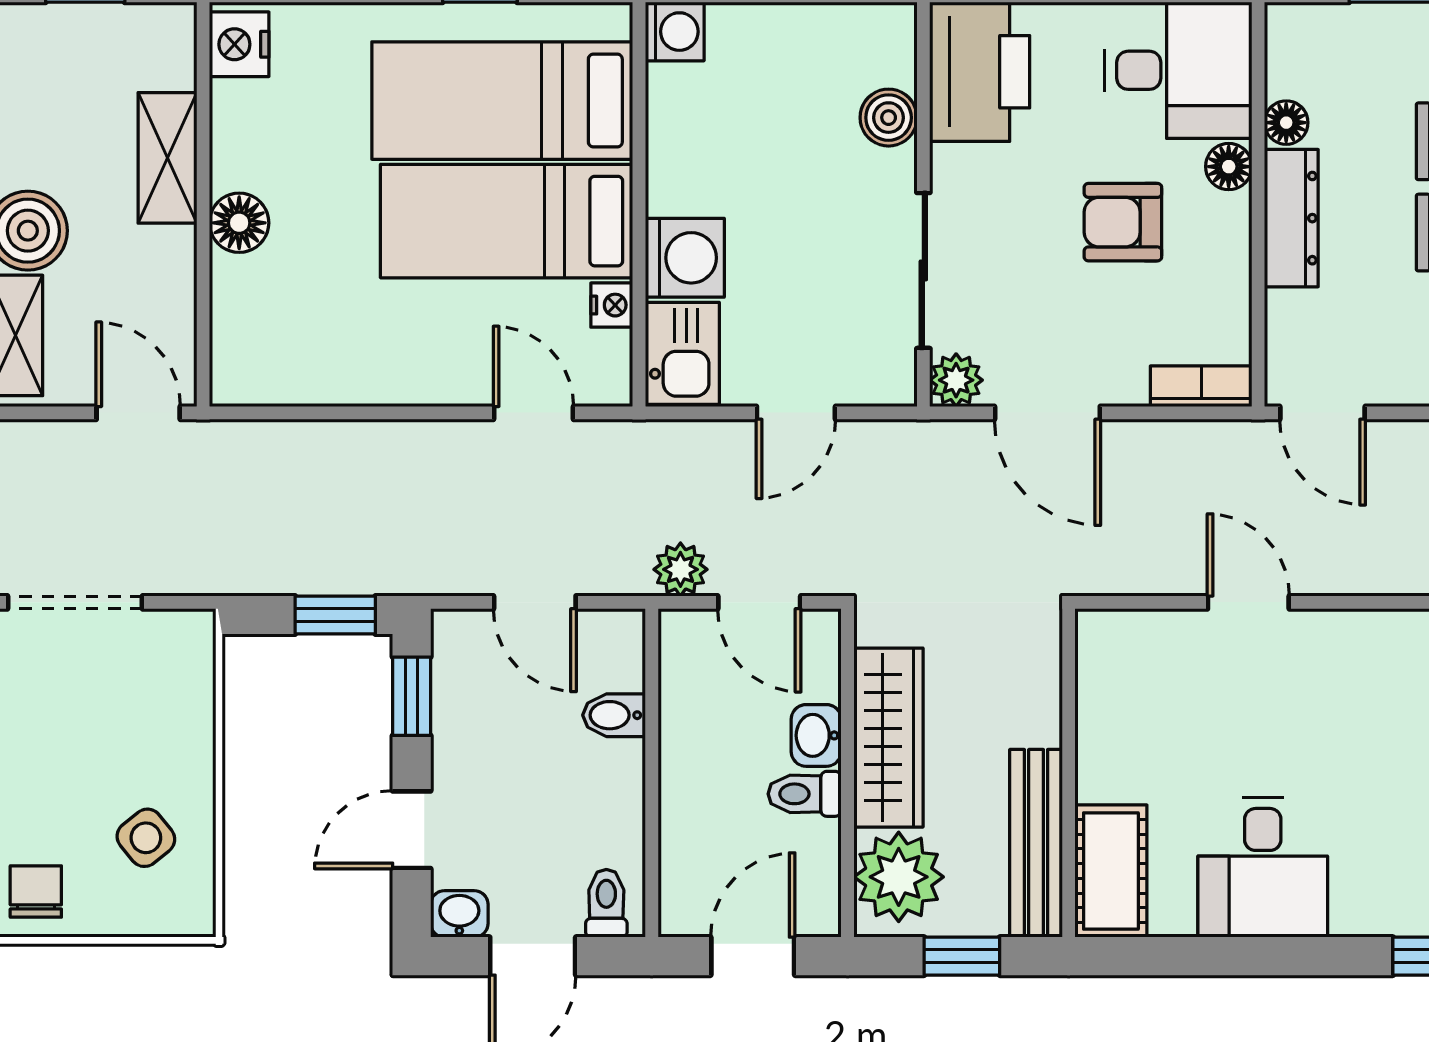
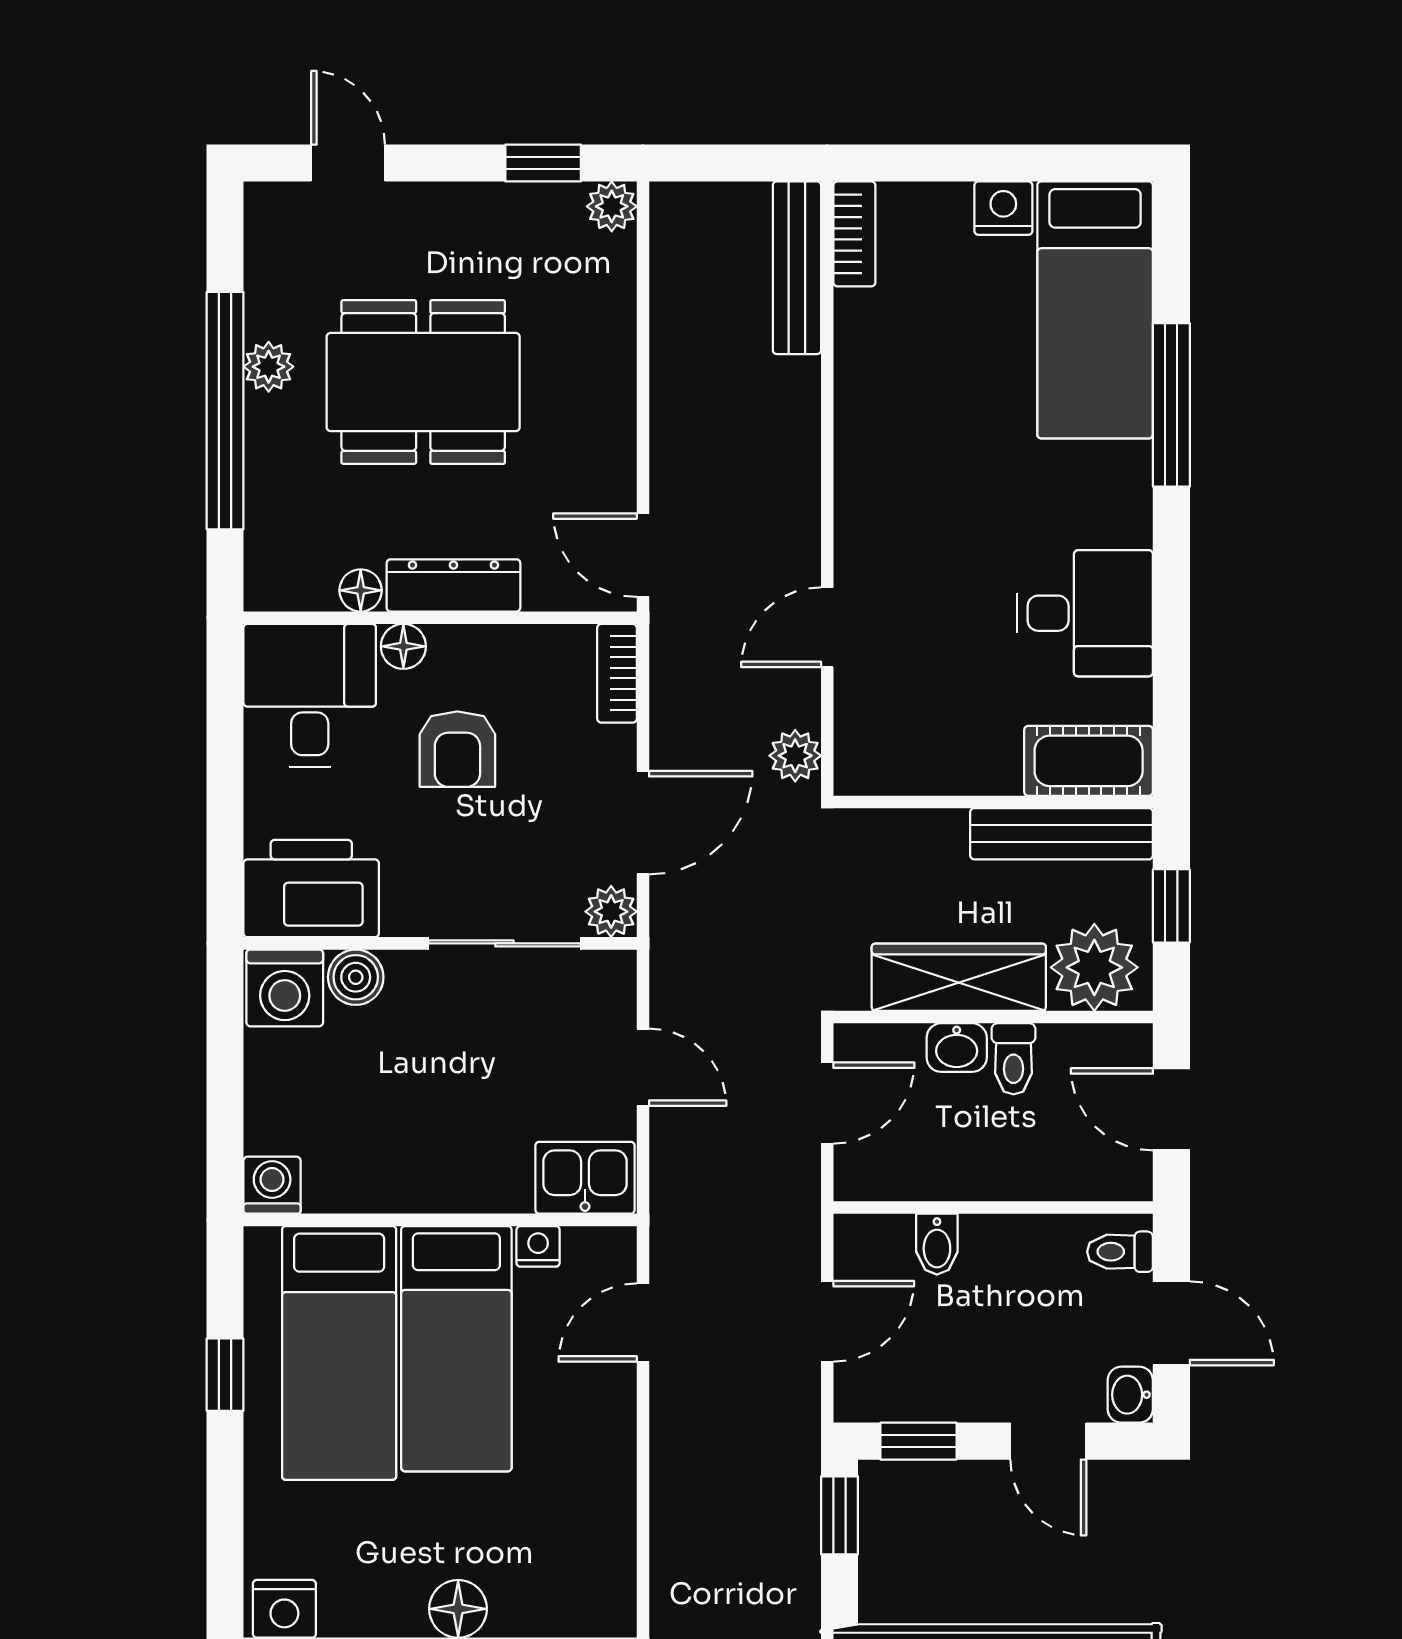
washing machine: (685, 258) -> (285, 988), moved, turned 180
door: (1323, 413) -> (643, 555), swing flipped
plant: (680, 569) -> (795, 756), moved

